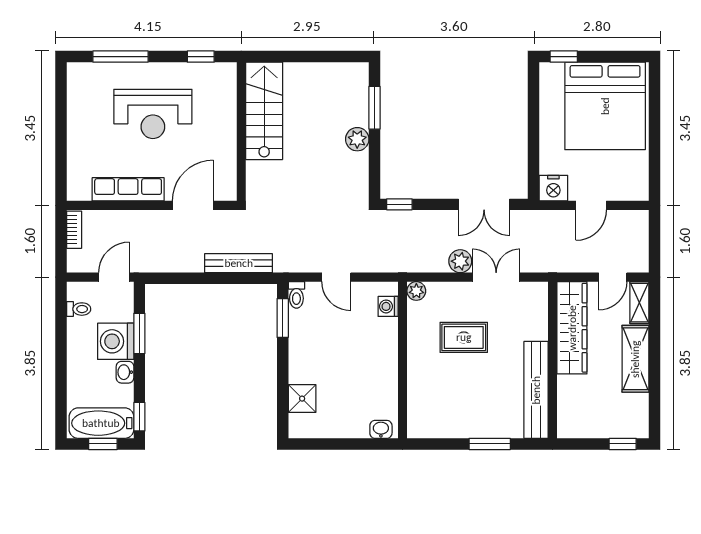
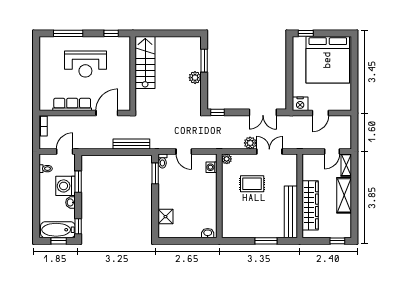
wardrobe: (572, 328) -> (310, 205), moved

